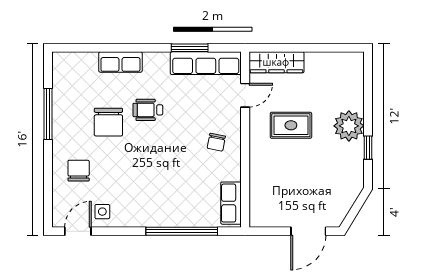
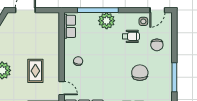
door: (245, 95) -> (62, 88), swing flipped
wheelchair: (148, 110) -> (131, 36), moved
rug: (291, 125) -> (35, 71), turned 90
plant: (167, 213) -> (107, 21), added

